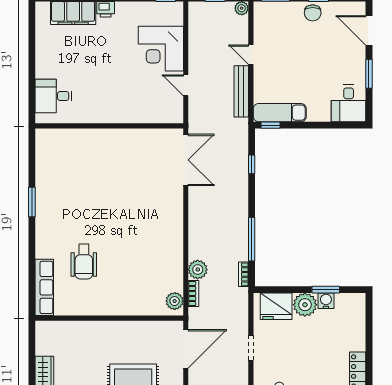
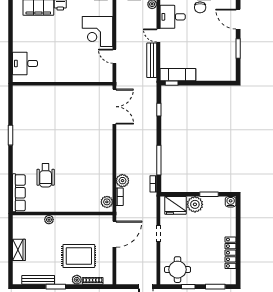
desk: (349, 103) -> (173, 17), moved, turned 90
water cooler: (326, 301) -> (231, 202), moved
plant: (89, 327) -> (49, 220), added

